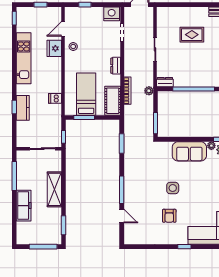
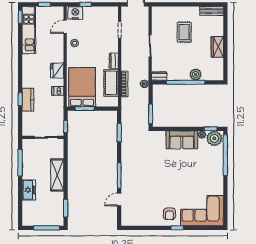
nightstand: (112, 14) -> (75, 13), moved
rug: (192, 35) -> (184, 32), turned 90
fridge: (54, 48) -> (57, 70), moved
kitchen unit: (24, 58) -> (29, 30), moved
plant: (204, 81) -> (196, 74), added
bed: (86, 94) -> (82, 87), width x1.50
cot: (113, 101) -> (111, 83), moved
side table: (173, 188) -> (166, 174), removed
freezer: (24, 206) -> (29, 190), width x0.71
door: (122, 216) -> (119, 200), swing flipped
armchair: (169, 216) -> (169, 214), moved

